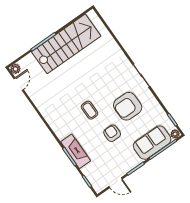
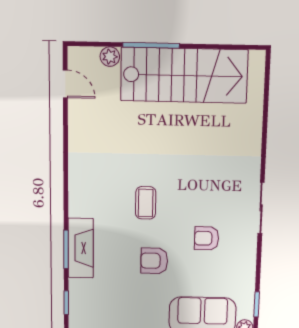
plant: (15, 69) -> (110, 57), moved
door: (19, 84) -> (65, 84), hinge flipped
armchair: (128, 106) -> (206, 238), width x0.53, depth x0.53
armchair: (112, 133) -> (154, 261), turned -90

